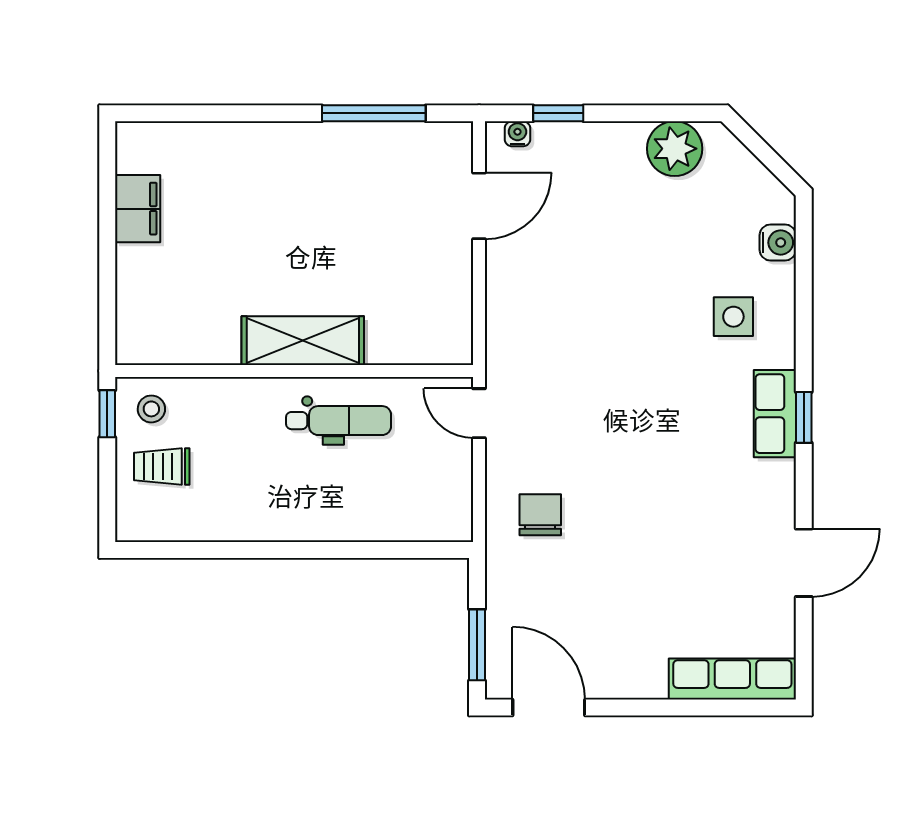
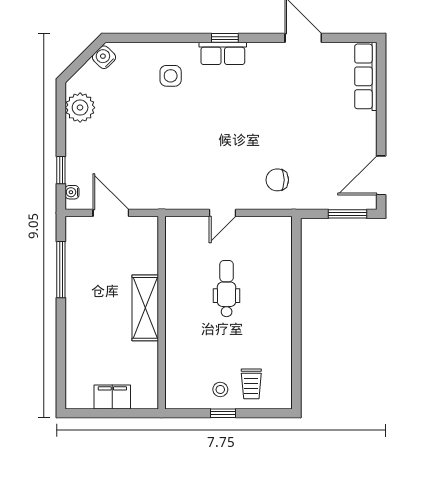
water cooler: (778, 243) -> (104, 57), moved, turned -45
shelving: (303, 341) -> (145, 308), moved
wall: (294, 371) -> (162, 313), moved

